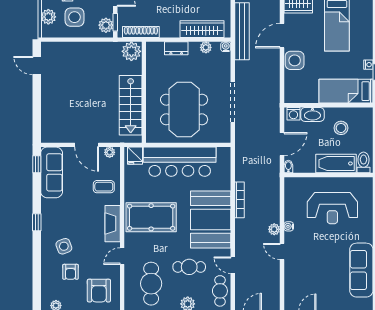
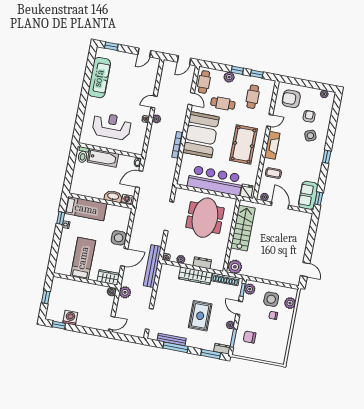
wardrobe: (202, 29) -> (195, 276), moved
stool: (341, 128) -> (94, 183), removed
sofa: (52, 172) -> (308, 195), width x0.73
pool table: (151, 217) -> (243, 145), turned 90
door: (282, 251) -> (154, 102), swing flipped
cafe table: (151, 284) -> (253, 97), width x0.73, depth x0.74
armchair: (99, 291) -> (291, 99), turned -90

